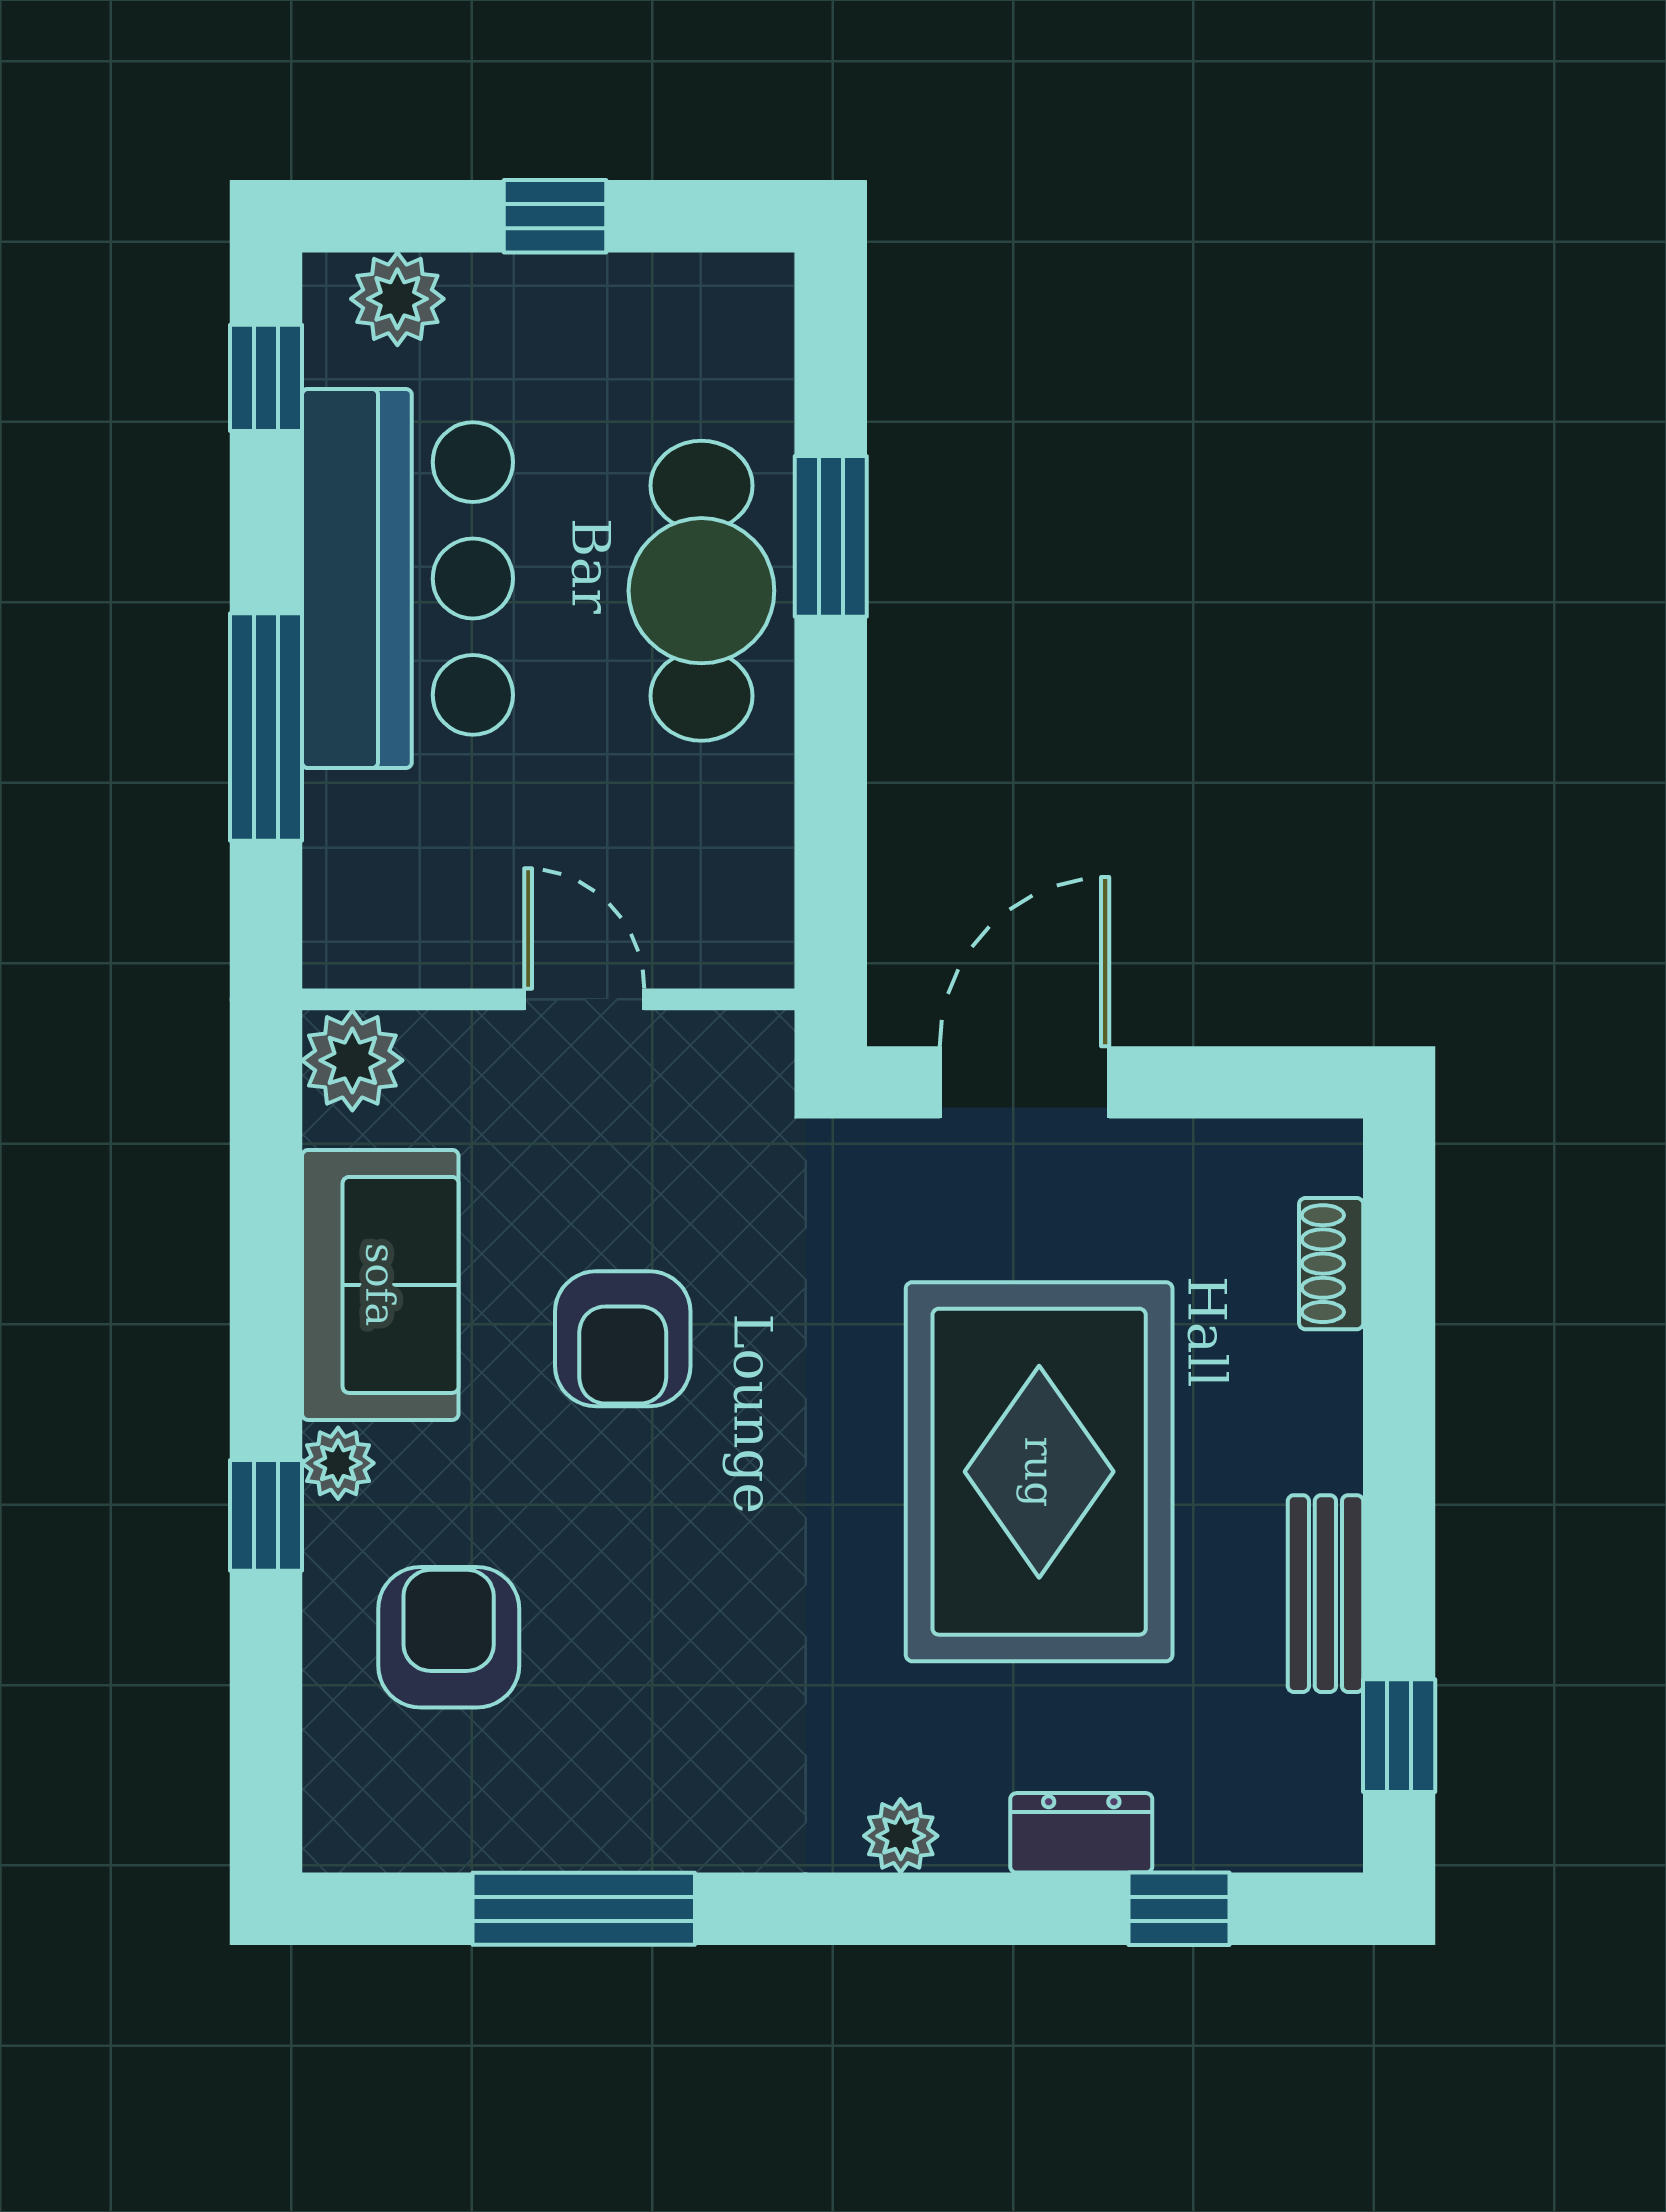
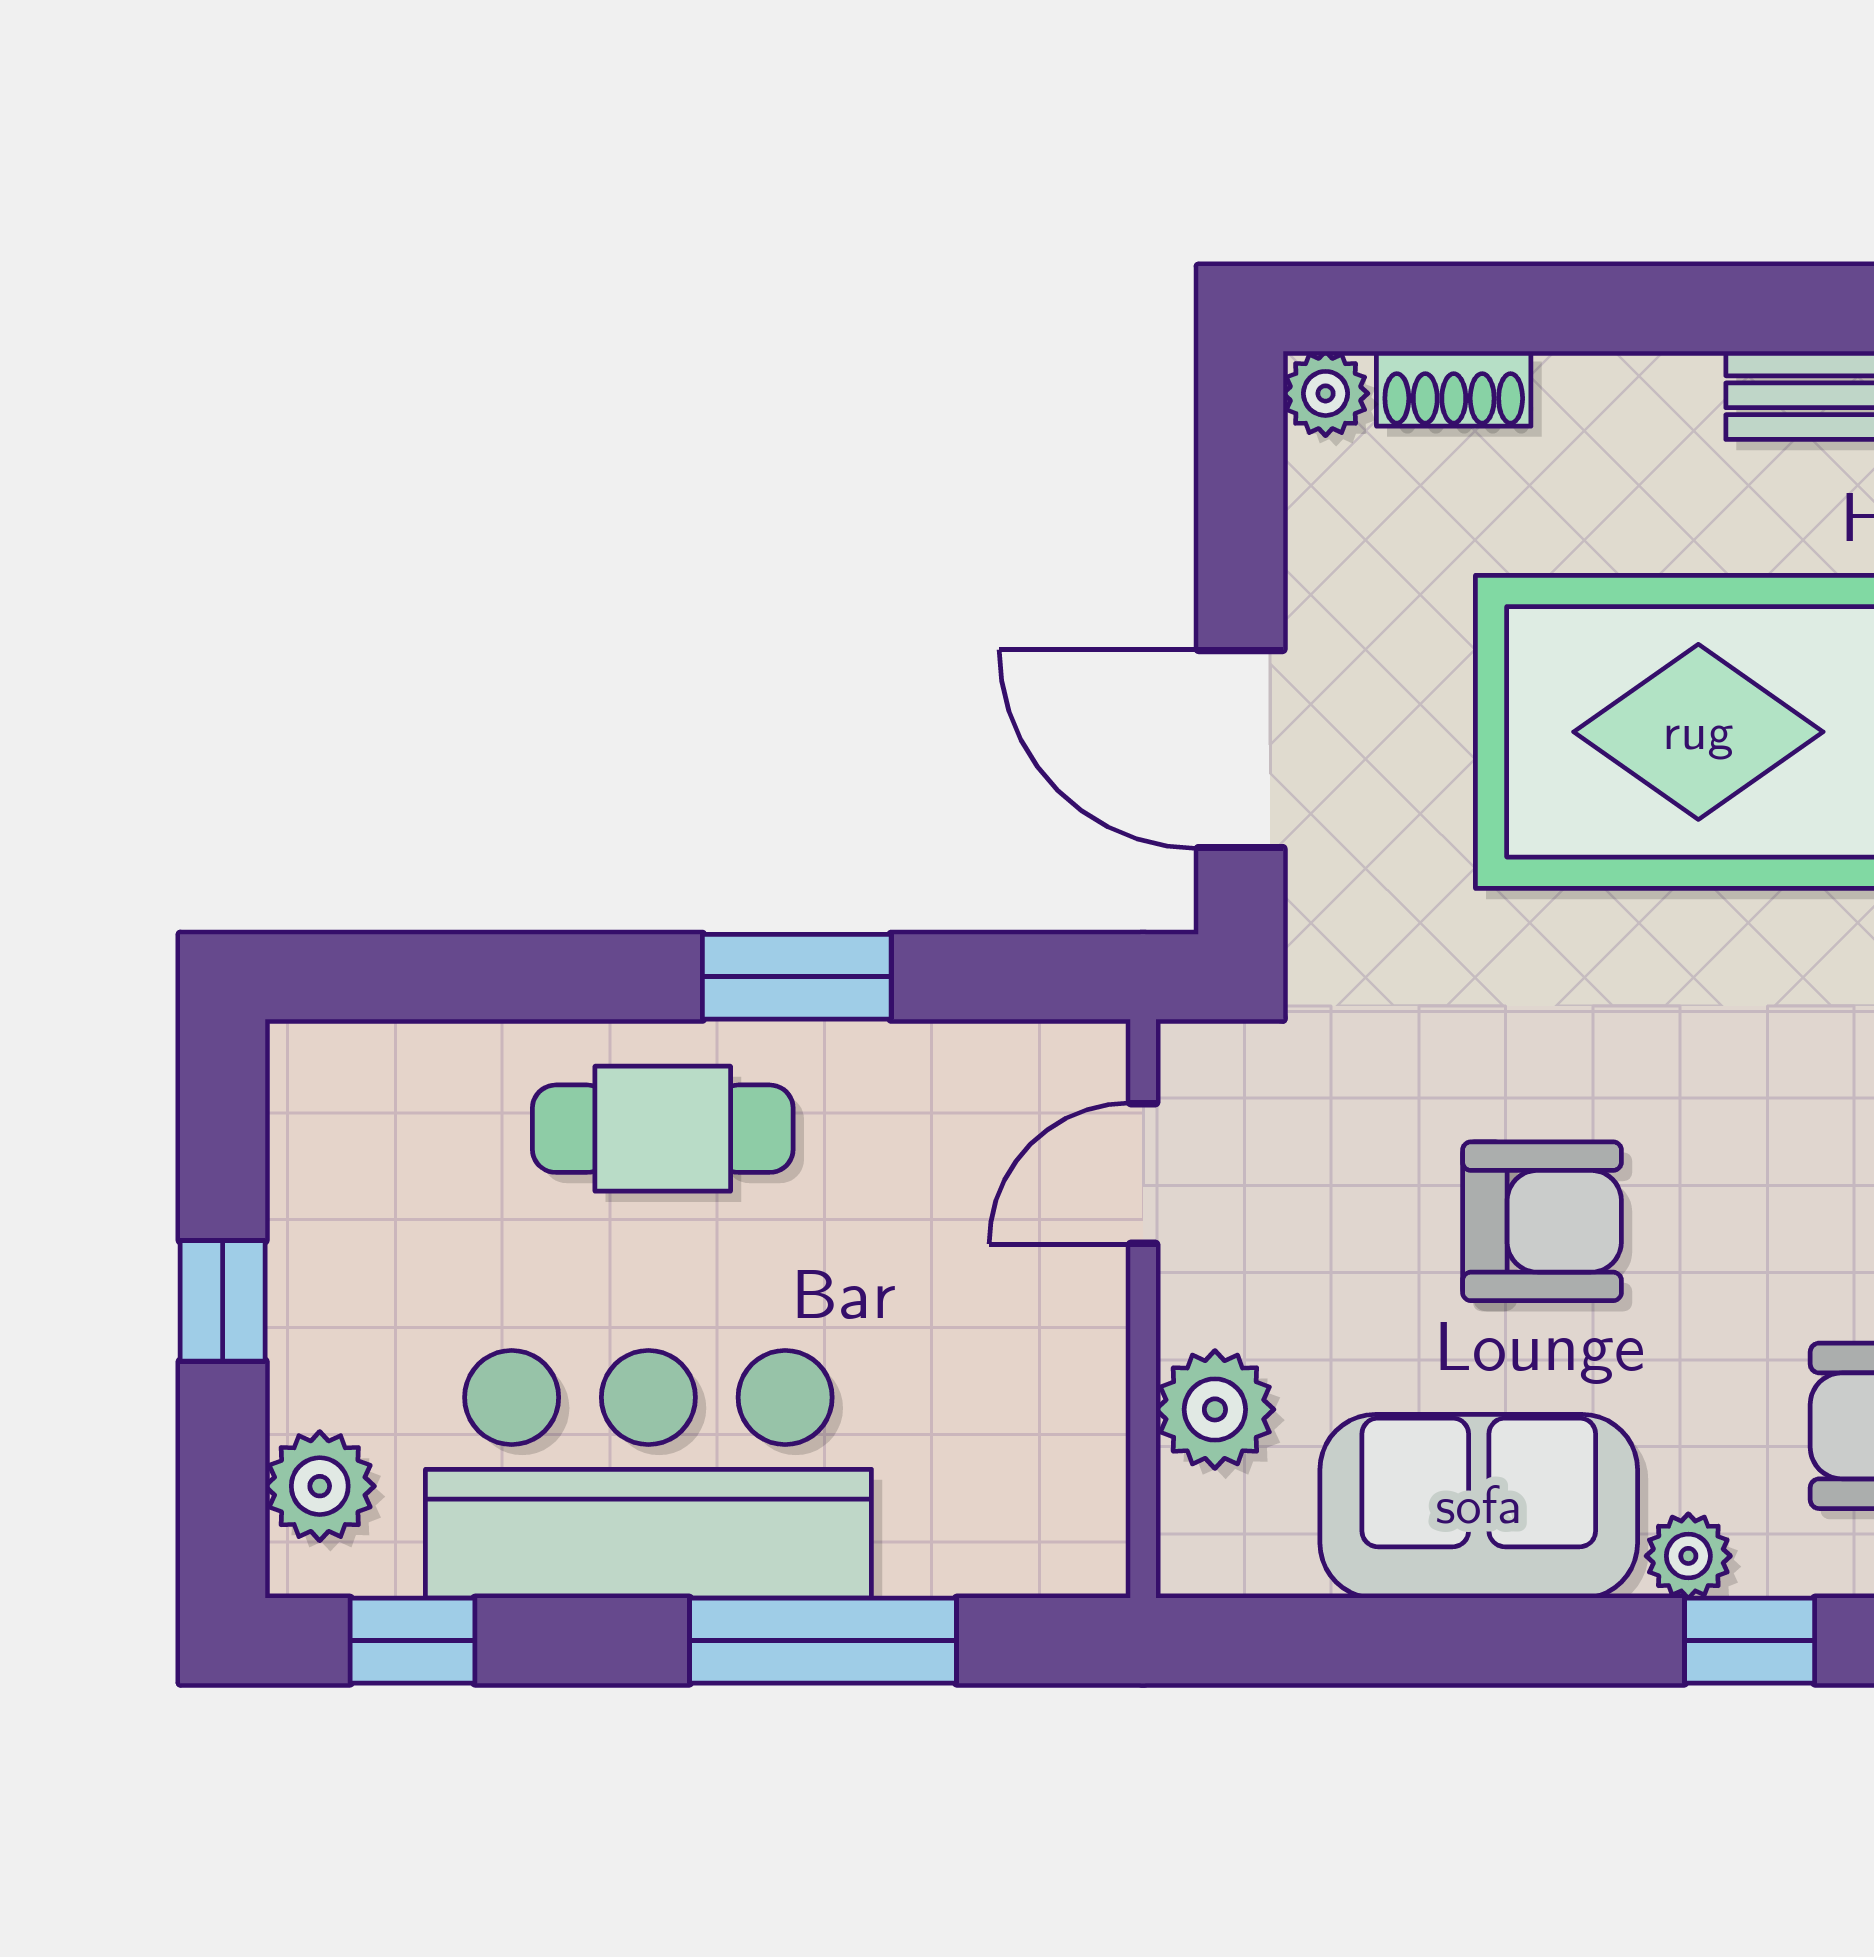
window: (831, 536) -> (797, 977), moved
cafe table: (701, 591) -> (663, 1129), width x0.73, depth x0.74
door: (584, 999) -> (1143, 1173), moved
plant: (352, 1060) -> (1215, 1409), moved
plant: (1327, 1155) -> (1326, 393), added

